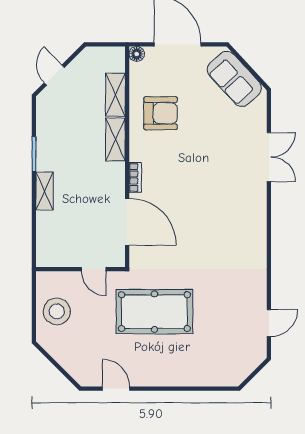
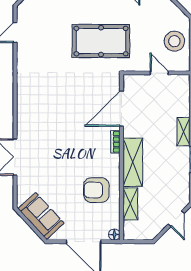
shelving: (115, 139) -> (133, 162), width x1.50, depth x1.33
door: (127, 222) -> (122, 109), hinge flipped
door: (94, 269) -> (159, 73), moved

